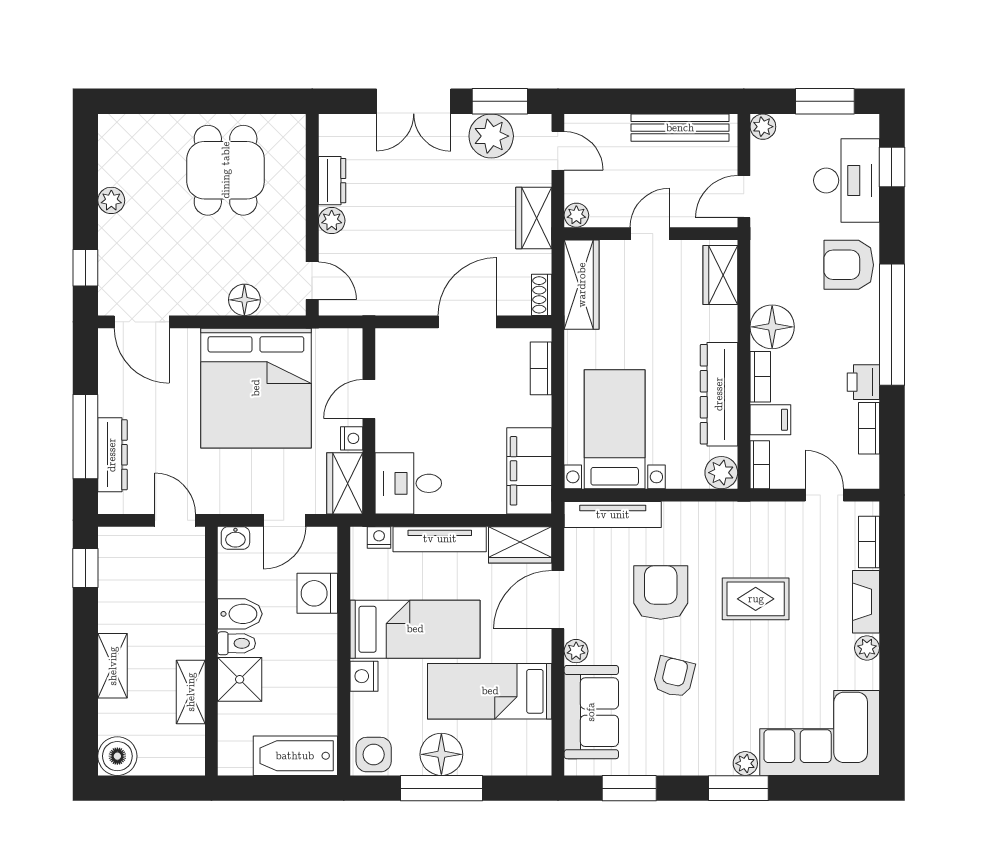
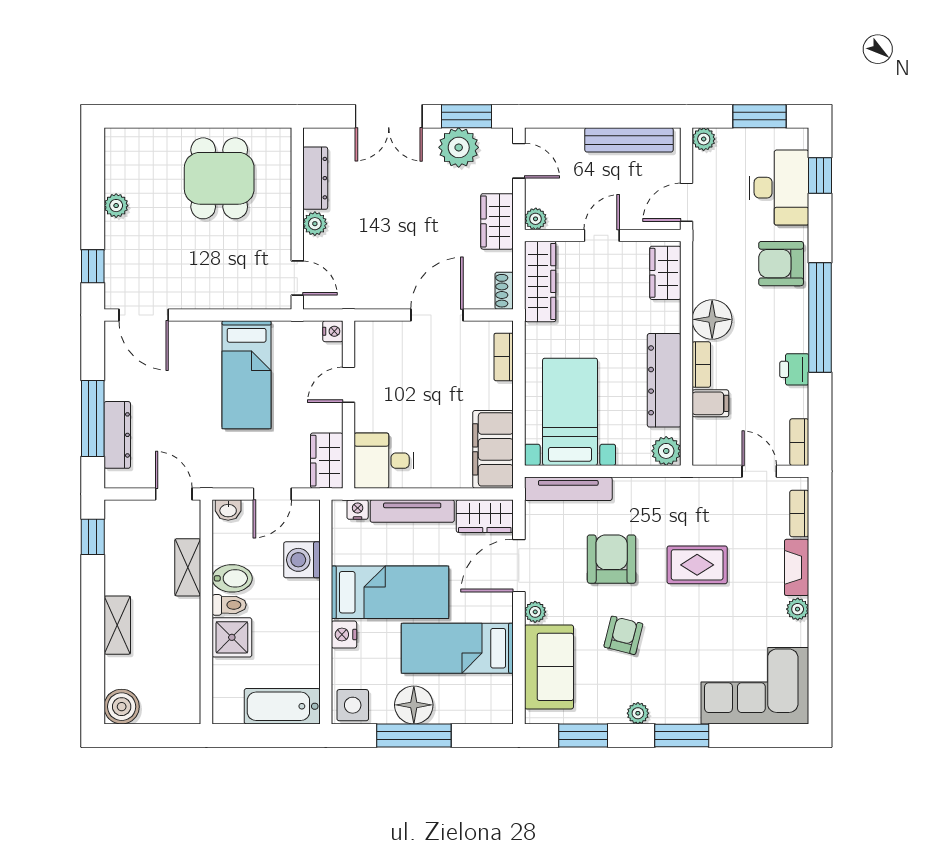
dresser: (332, 181) -> (315, 178), width x1.44
floor lamp: (244, 300) -> (236, 295), removed
bed: (256, 388) -> (247, 375), width x0.49
bookcase: (869, 428) -> (799, 442), moved
nightstand: (352, 438) -> (333, 331), moved
bookcase: (760, 465) -> (701, 444), removed
shelving: (191, 692) -> (188, 567), moved
plant: (745, 763) -> (638, 713), moved

